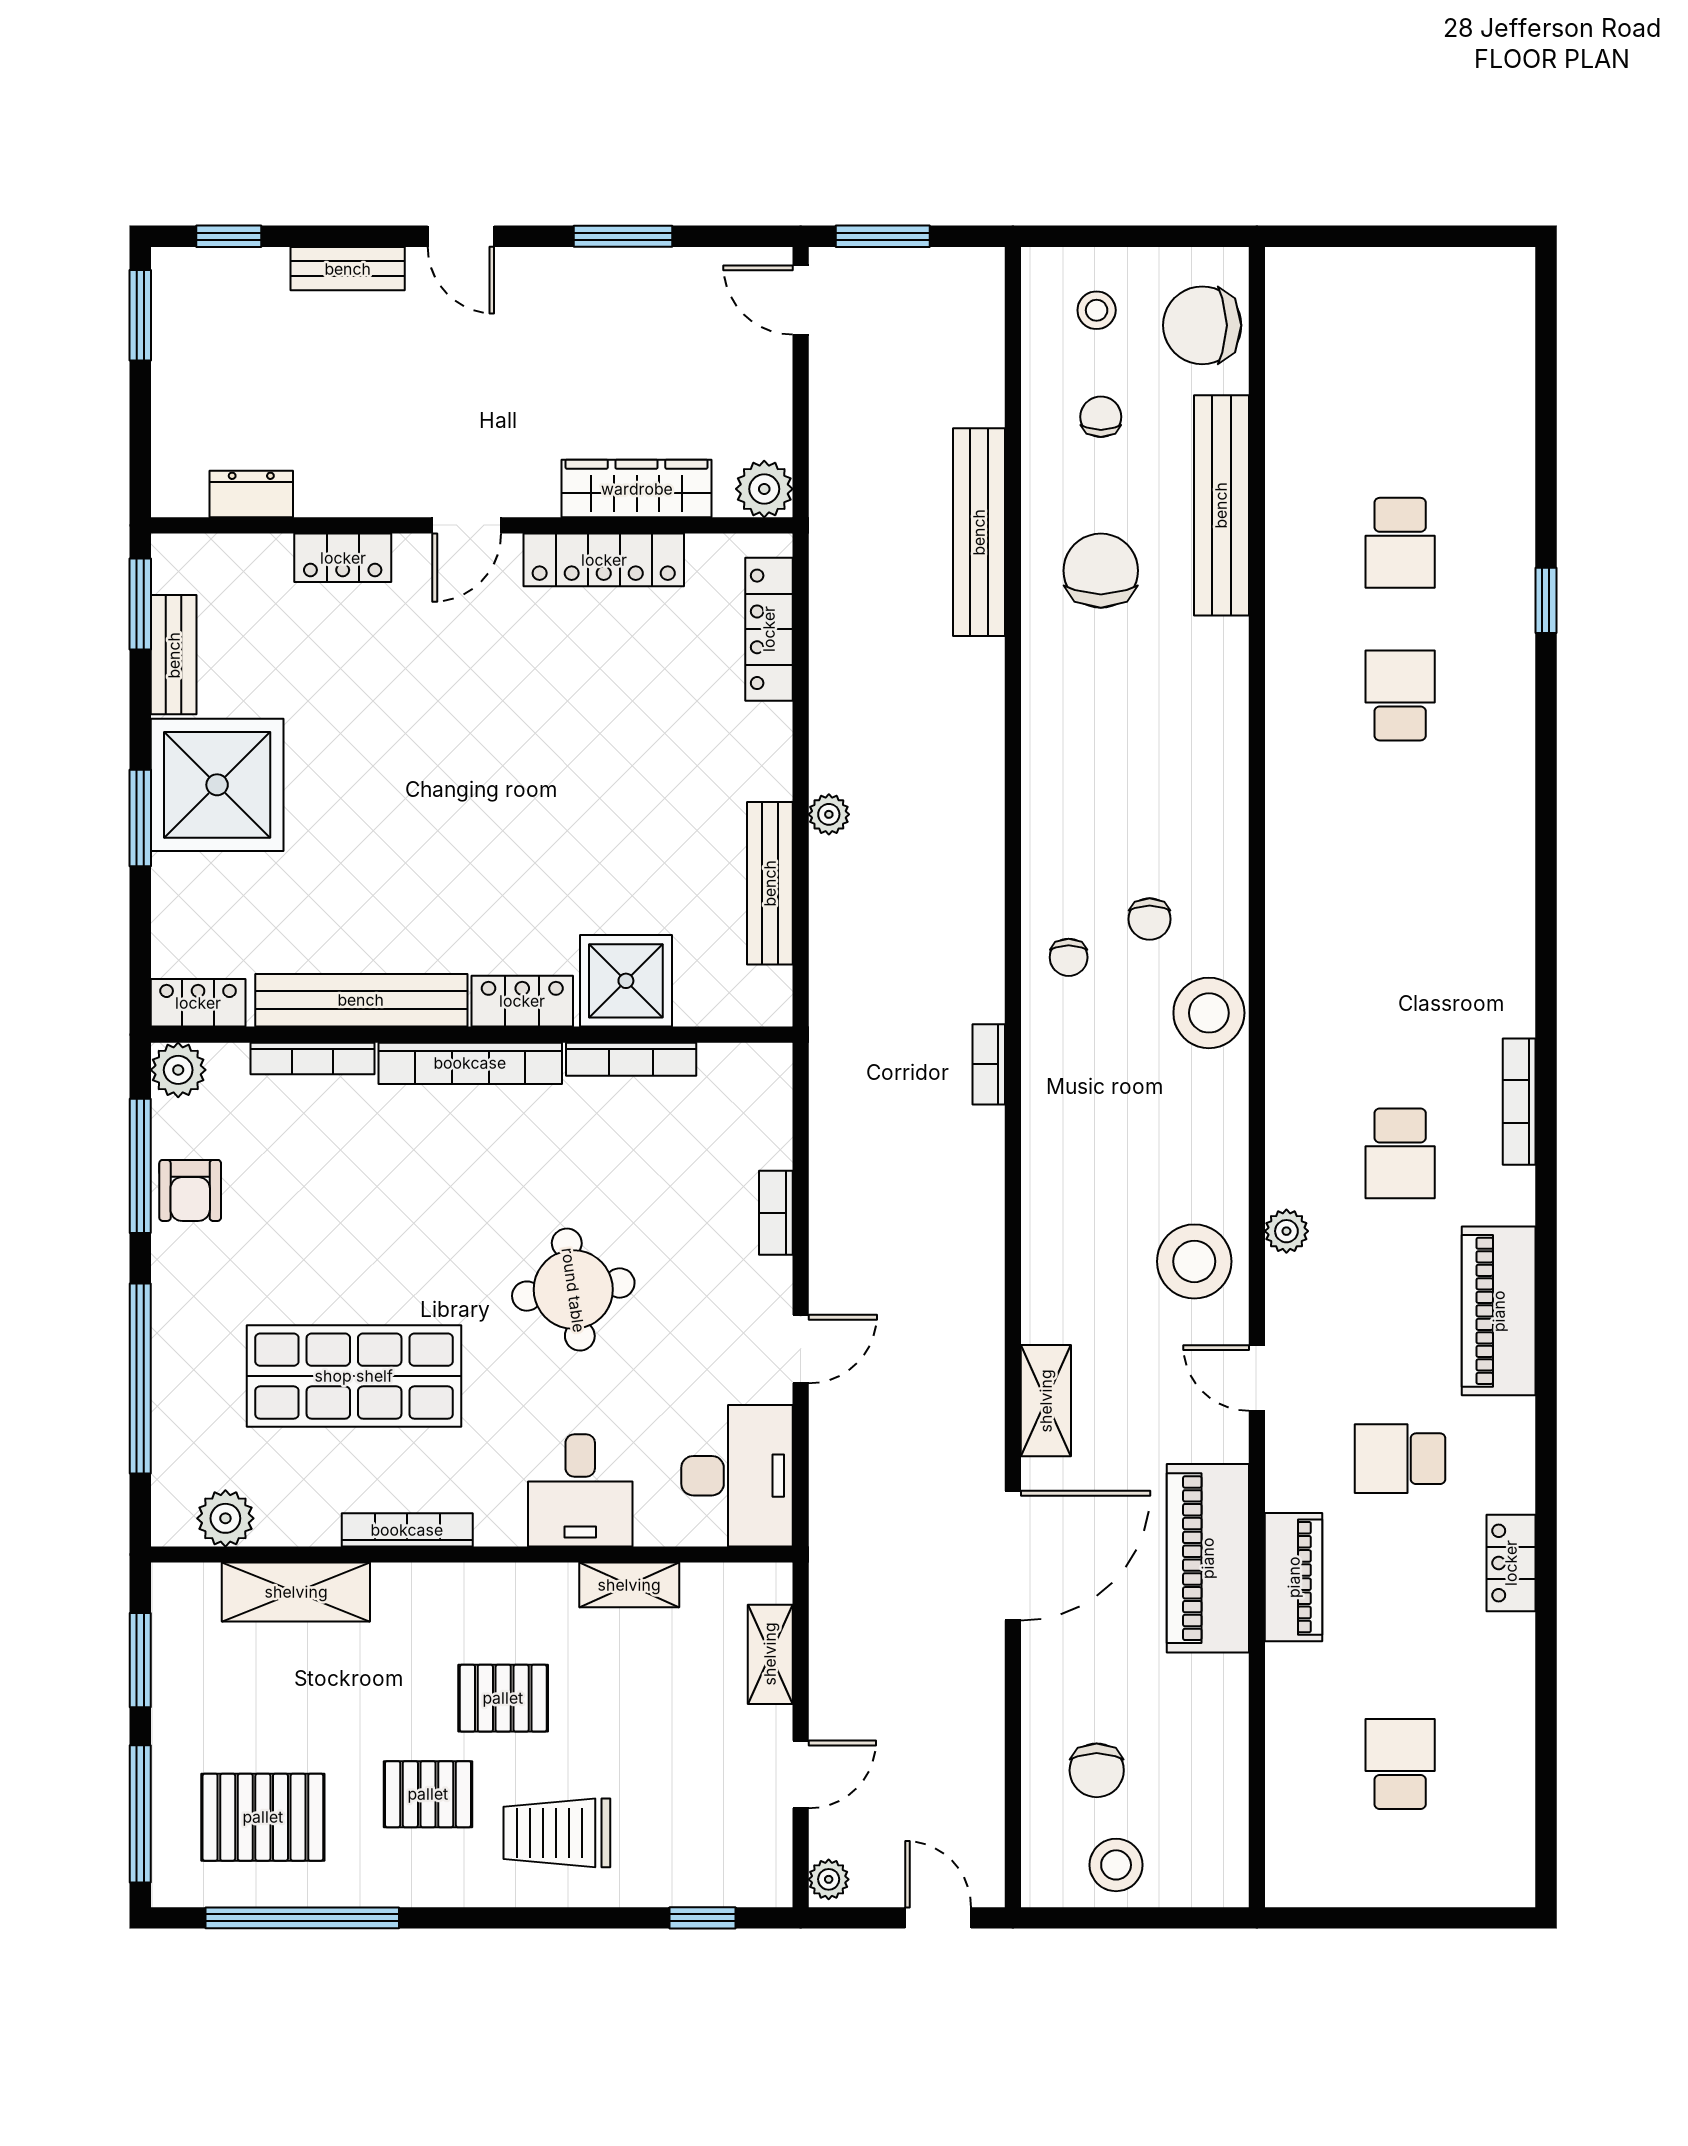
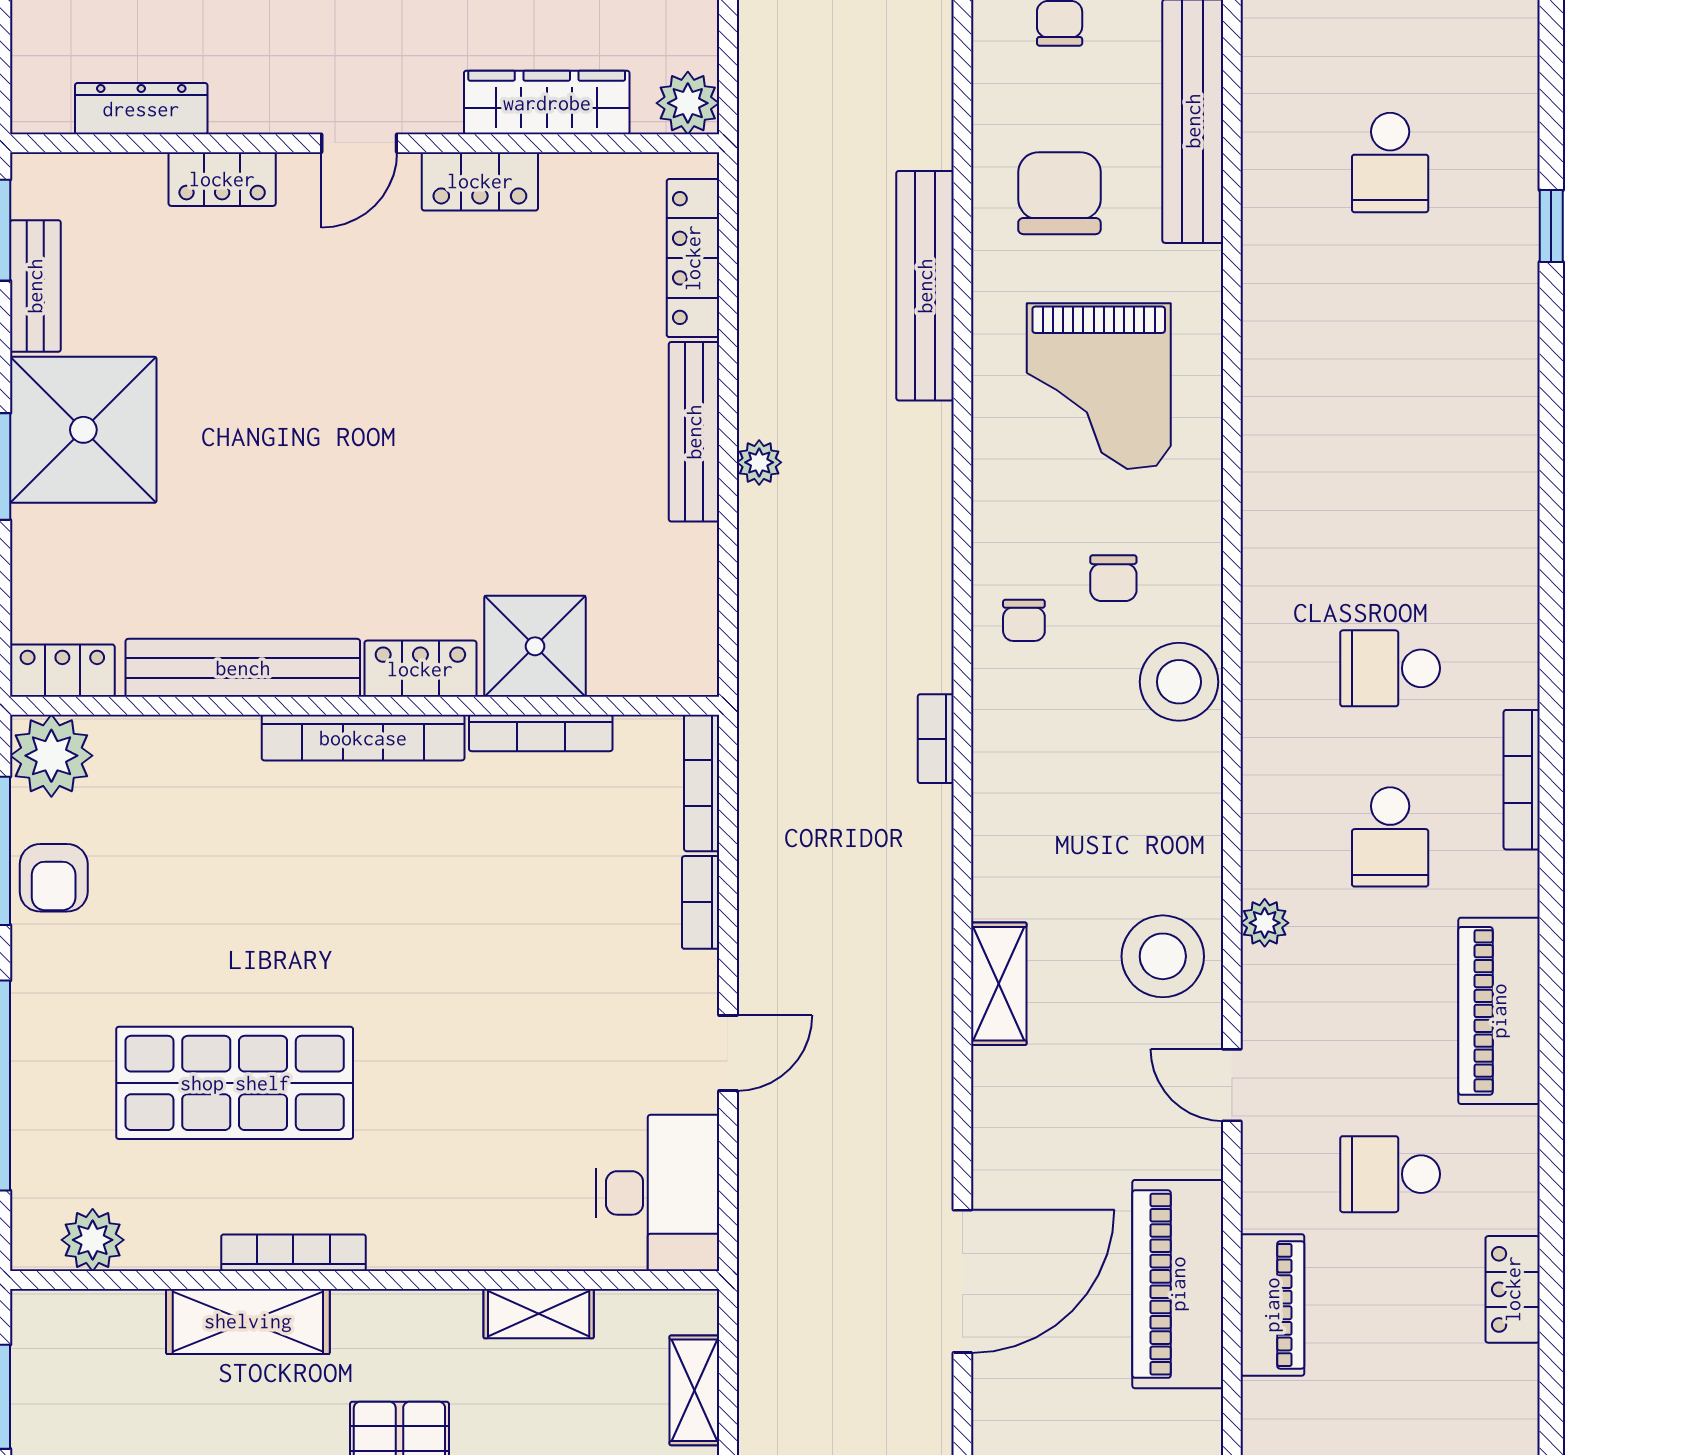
dresser: (251, 494) -> (141, 109), width x1.44
bench: (979, 532) -> (925, 286), moved
locker: (604, 560) -> (480, 181), width x0.66
school desk: (1400, 695) -> (1390, 668), moved, turned -90
grand piano: (1136, 745) -> (1099, 386), added
bench: (770, 883) -> (694, 432), moved
bookcase: (312, 1058) -> (702, 783), moved, turned 90
plant: (178, 1070) -> (51, 756), width x1.36, depth x1.36
round table: (573, 1290) -> (477, 987), removed
shelving: (1046, 1401) -> (999, 984), moved
desk: (580, 1490) -> (484, 1209), removed
shelving: (296, 1592) -> (248, 1321), moved

